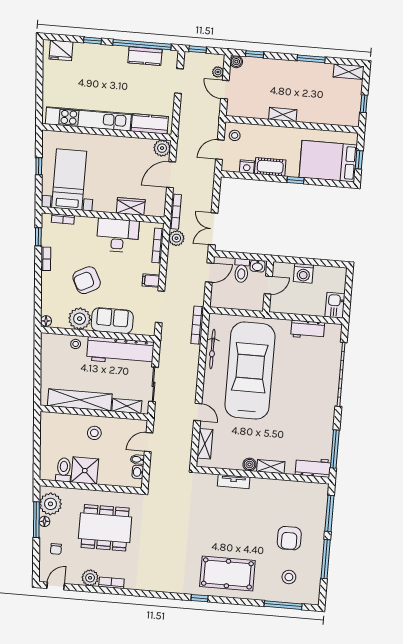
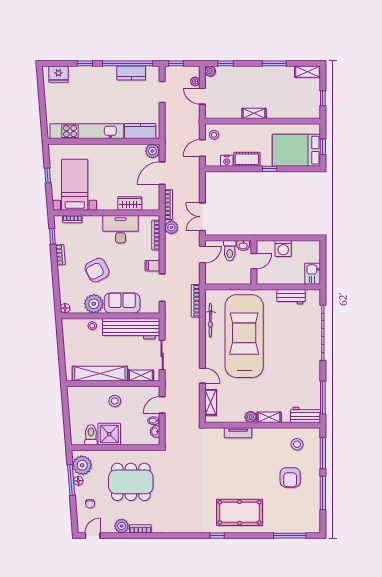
stool: (289, 577) -> (297, 444), moved

